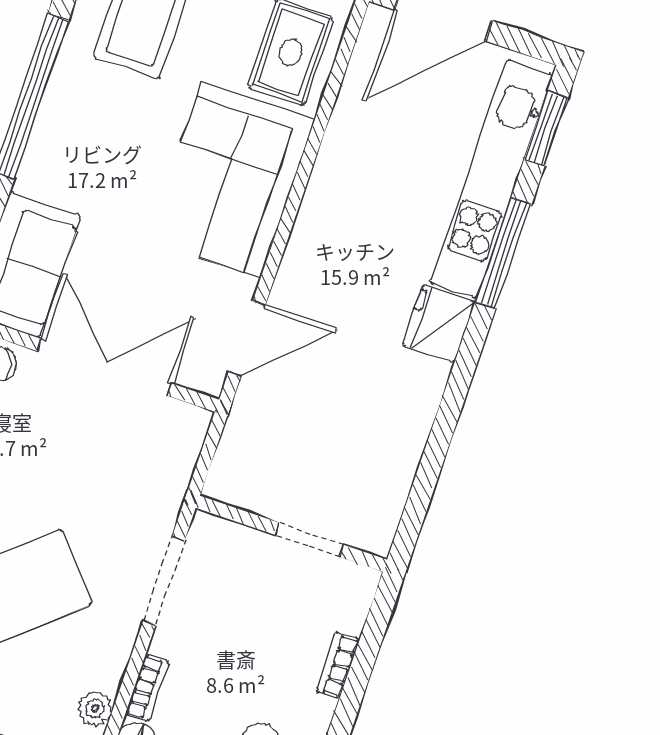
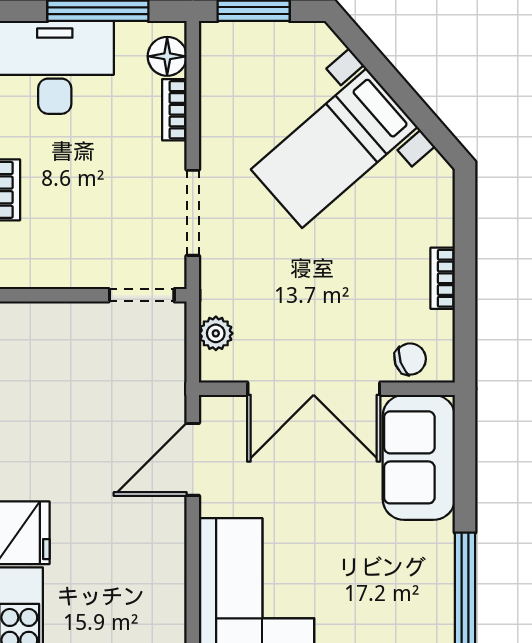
doorway: (309, 540) -> (142, 295), moved
plant: (95, 709) -> (216, 333), moved

